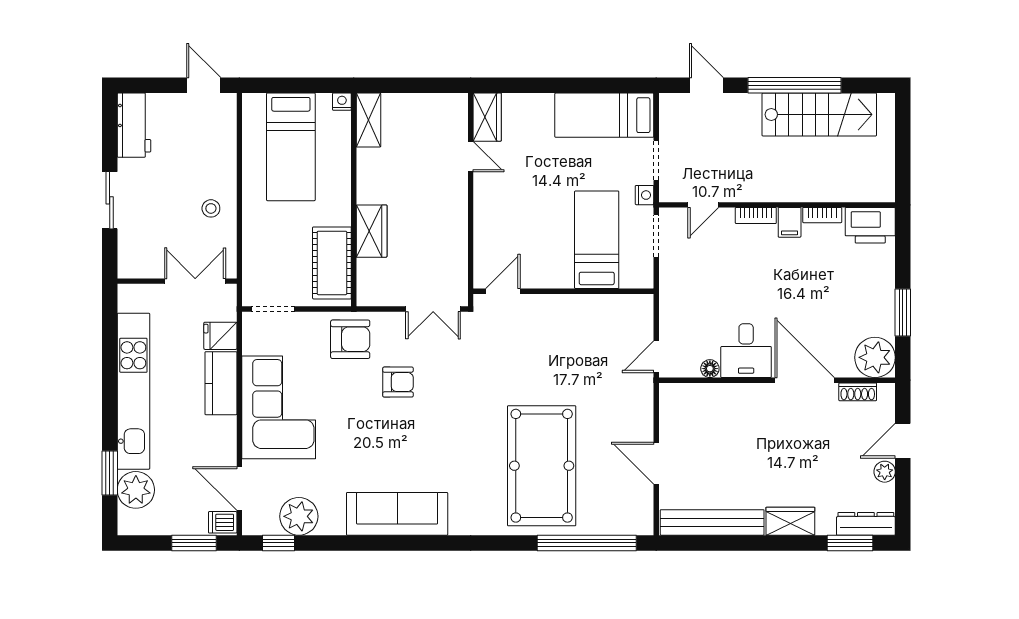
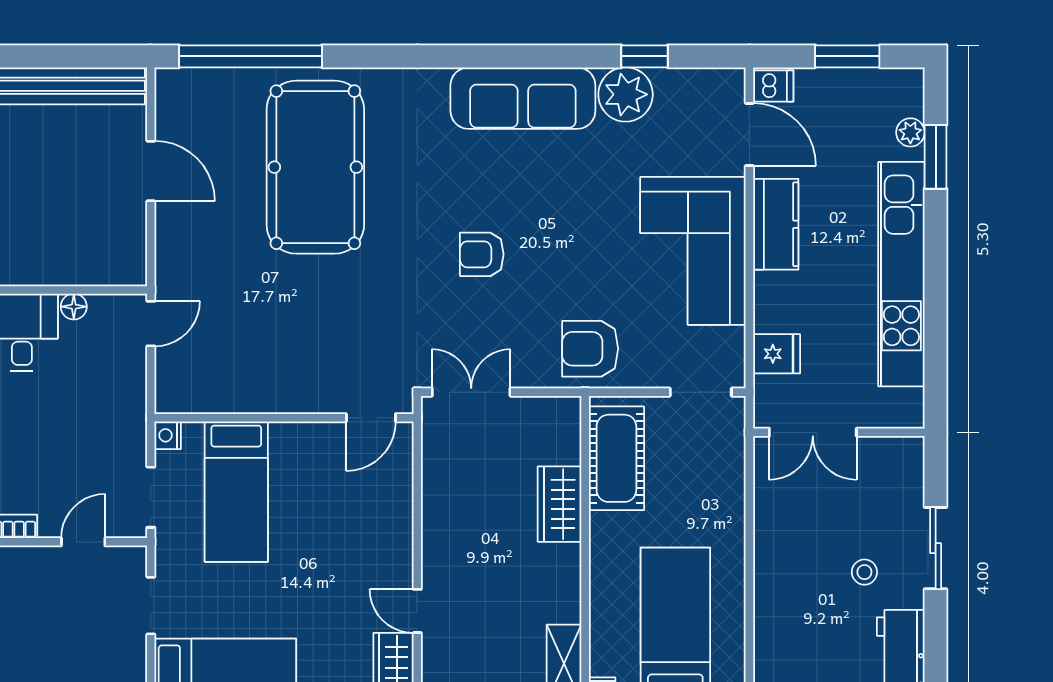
nightstand: (645, 195) -> (168, 435), moved
stool: (211, 208) -> (864, 572), moved
armchair: (398, 382) -> (482, 254), moved
kitchen counter: (221, 383) -> (776, 224), moved
plant: (136, 490) -> (910, 132), width x0.53, depth x0.53
plant: (299, 516) -> (626, 94), moved
window: (194, 543) -> (847, 56), moved
window: (279, 543) -> (645, 56), moved

